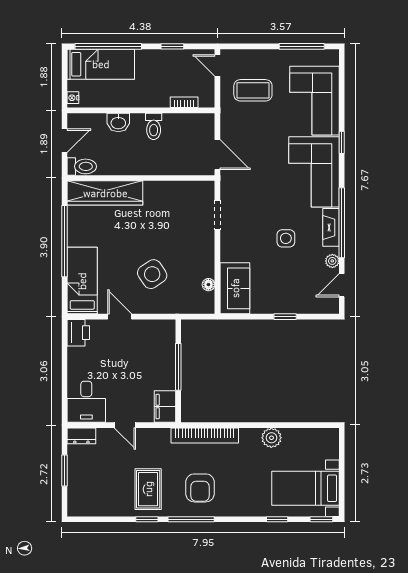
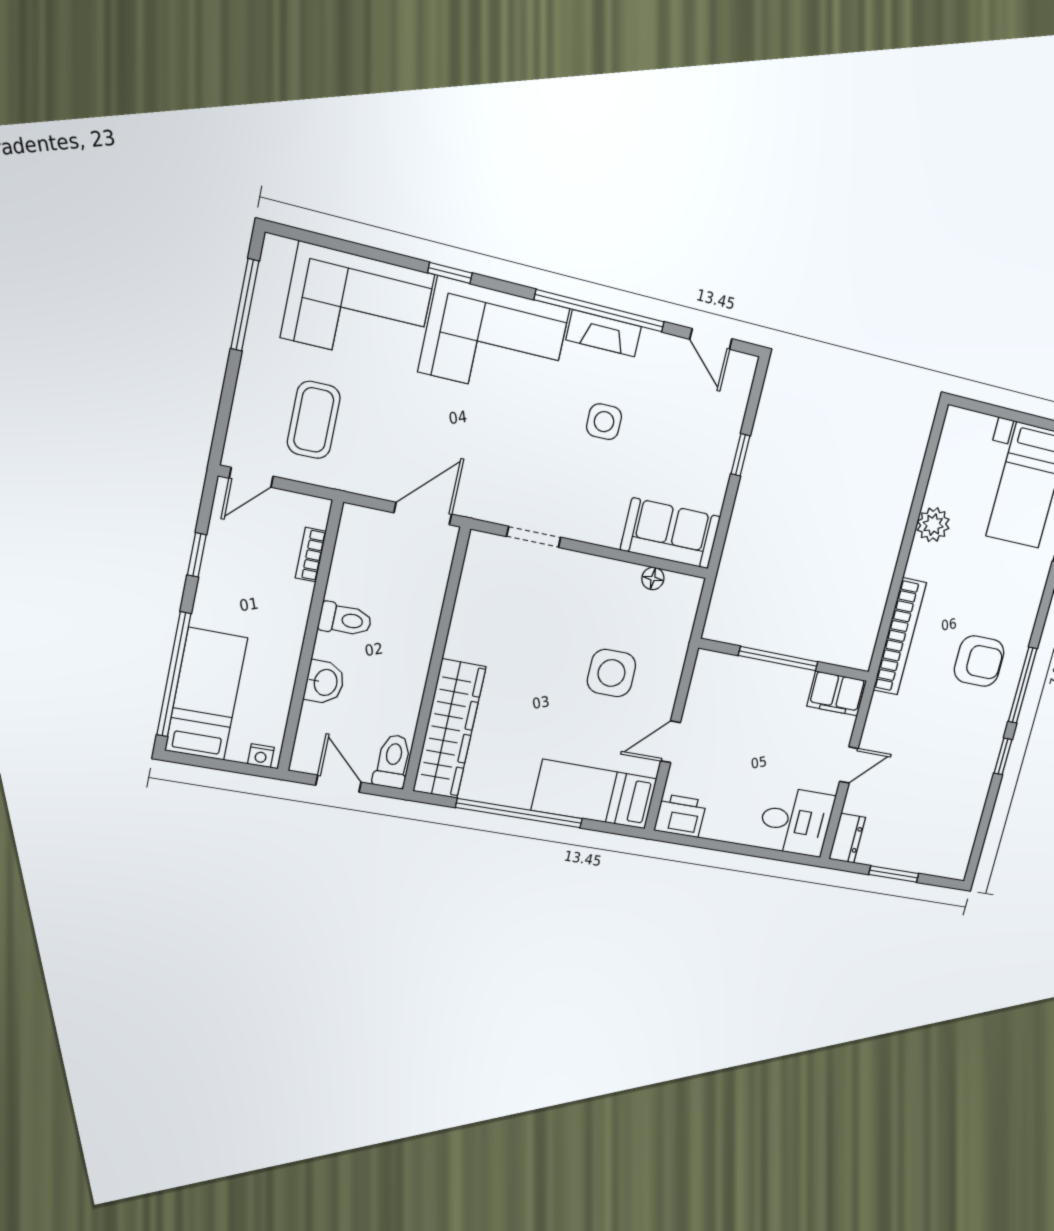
plant: (332, 261) -> (664, 346), removed
side table: (152, 274) -> (612, 673), turned 34
rug: (148, 489) -> (958, 746), removed

